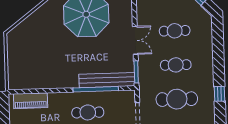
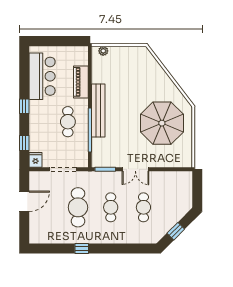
plant: (13, 78) -> (103, 51), added
bench: (107, 80) -> (98, 110), moved
piano: (31, 101) -> (81, 82), moved

